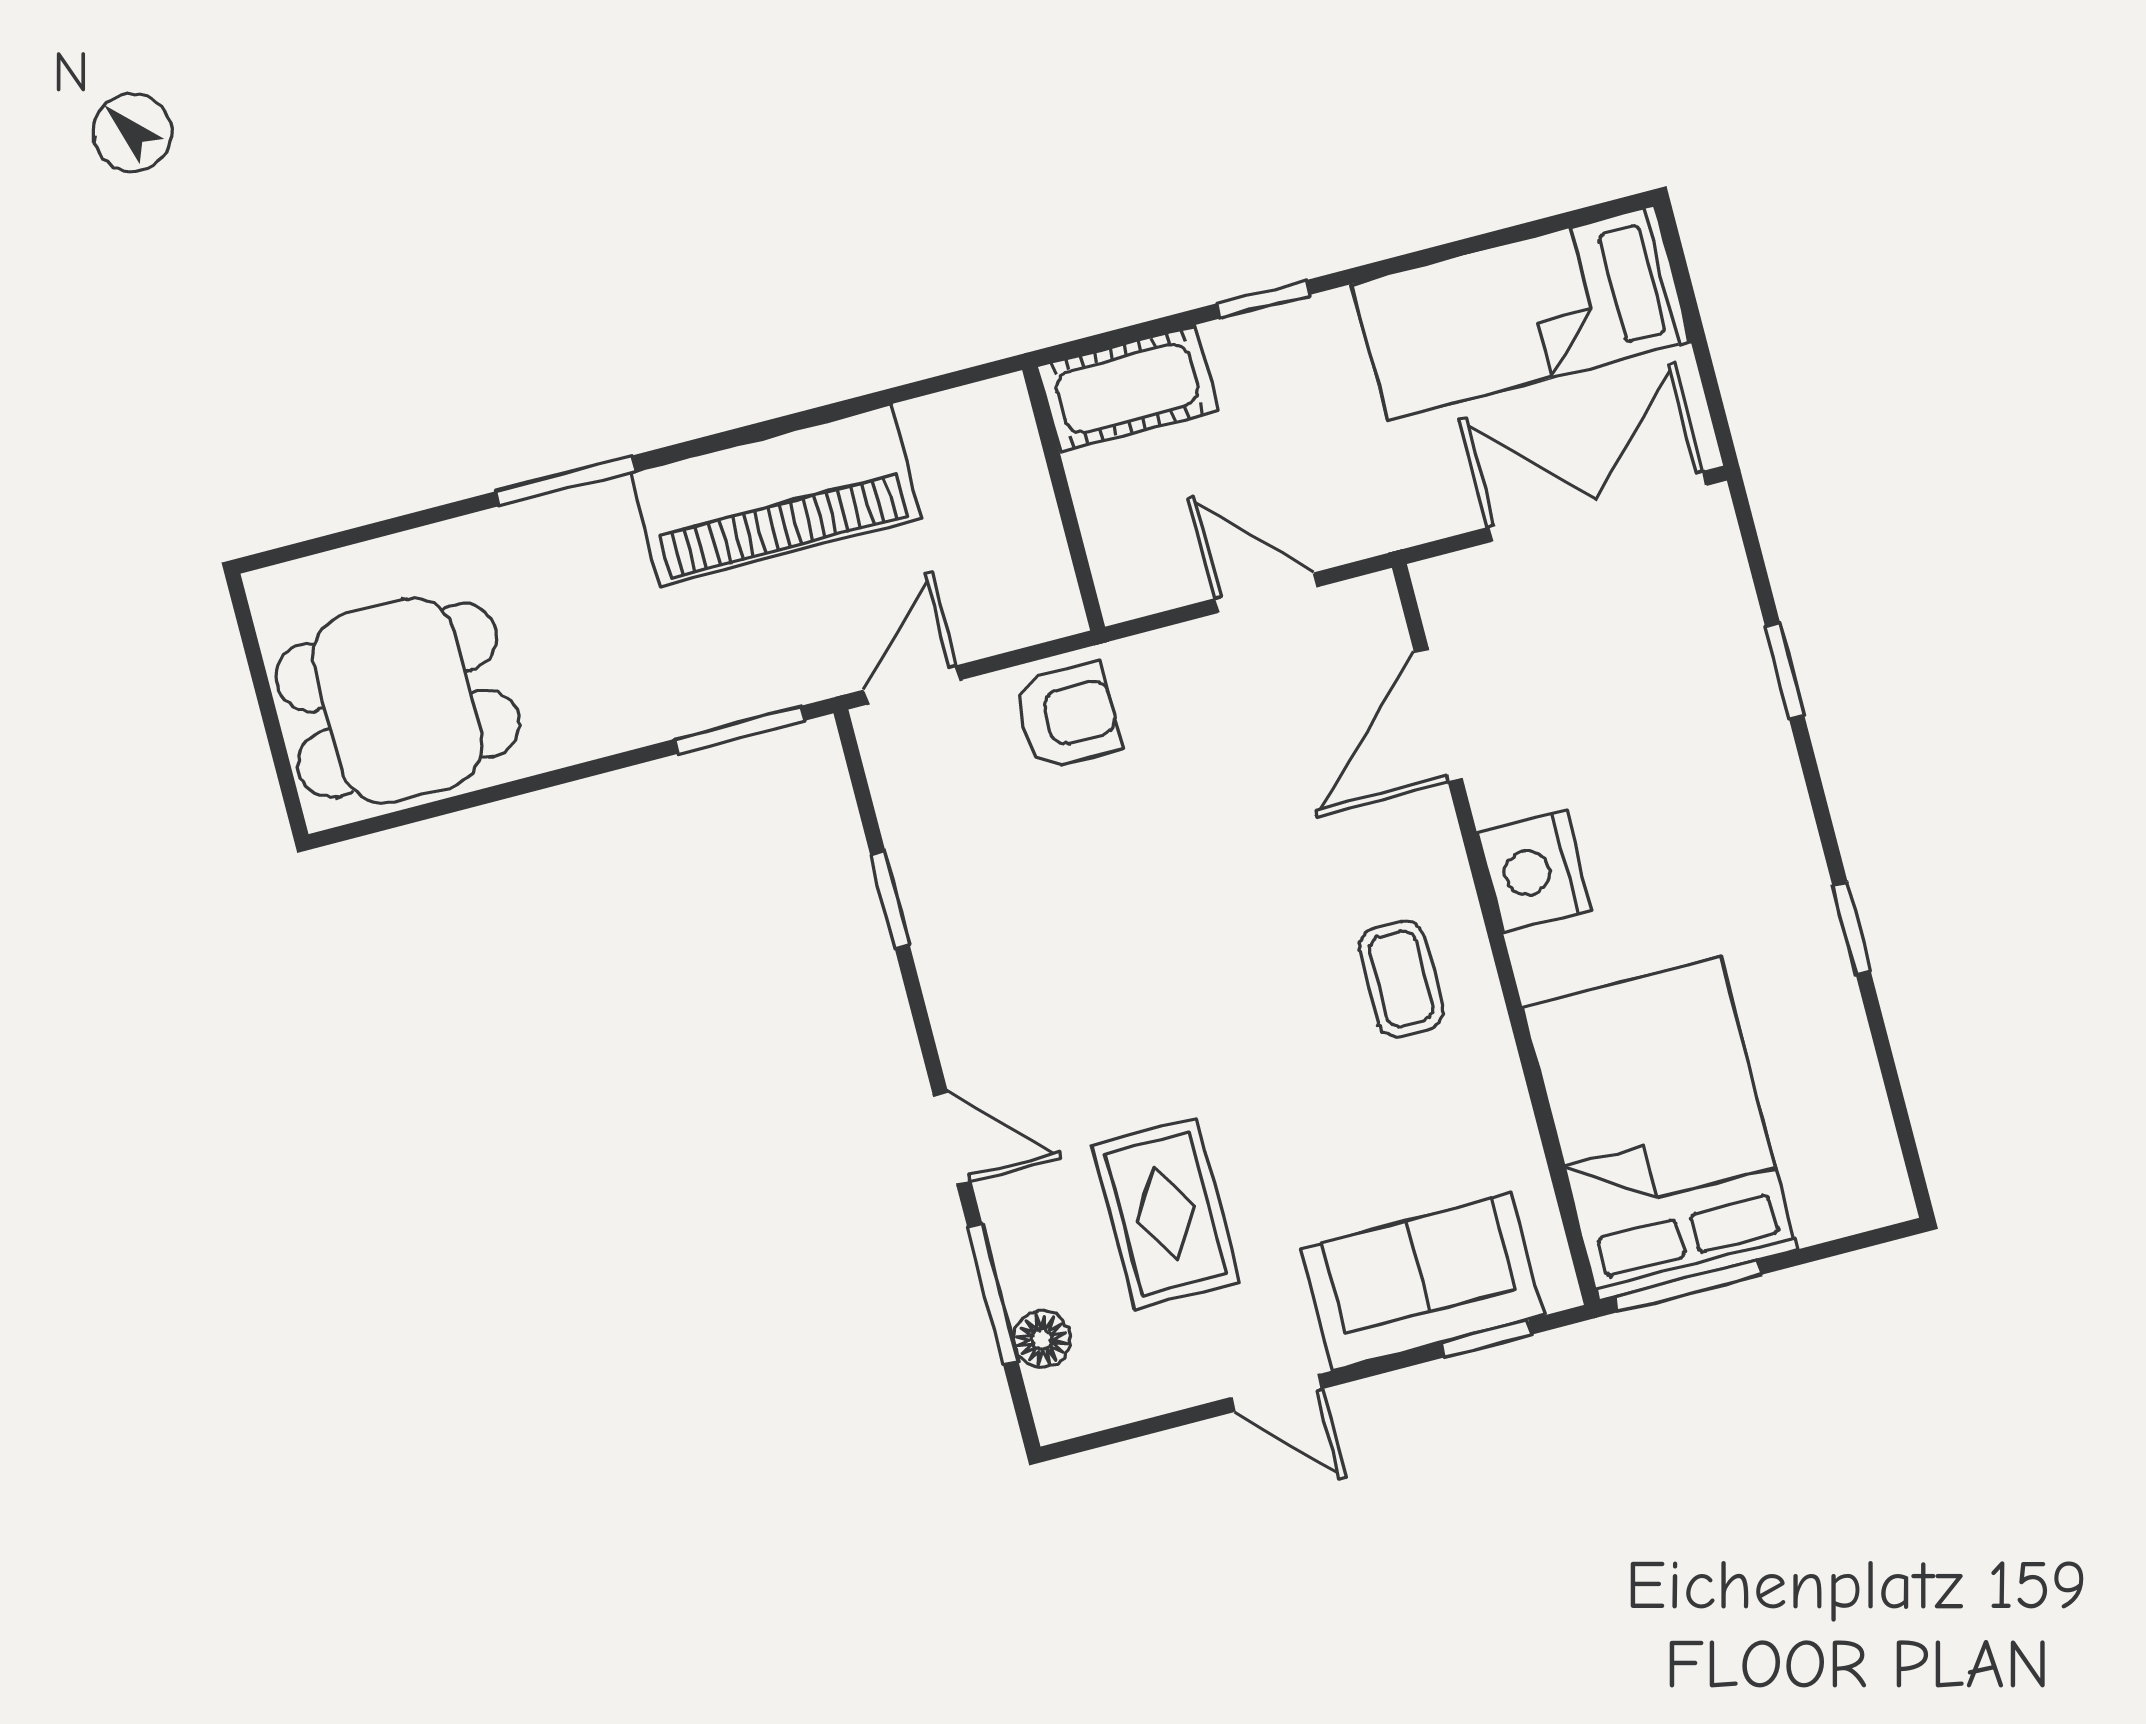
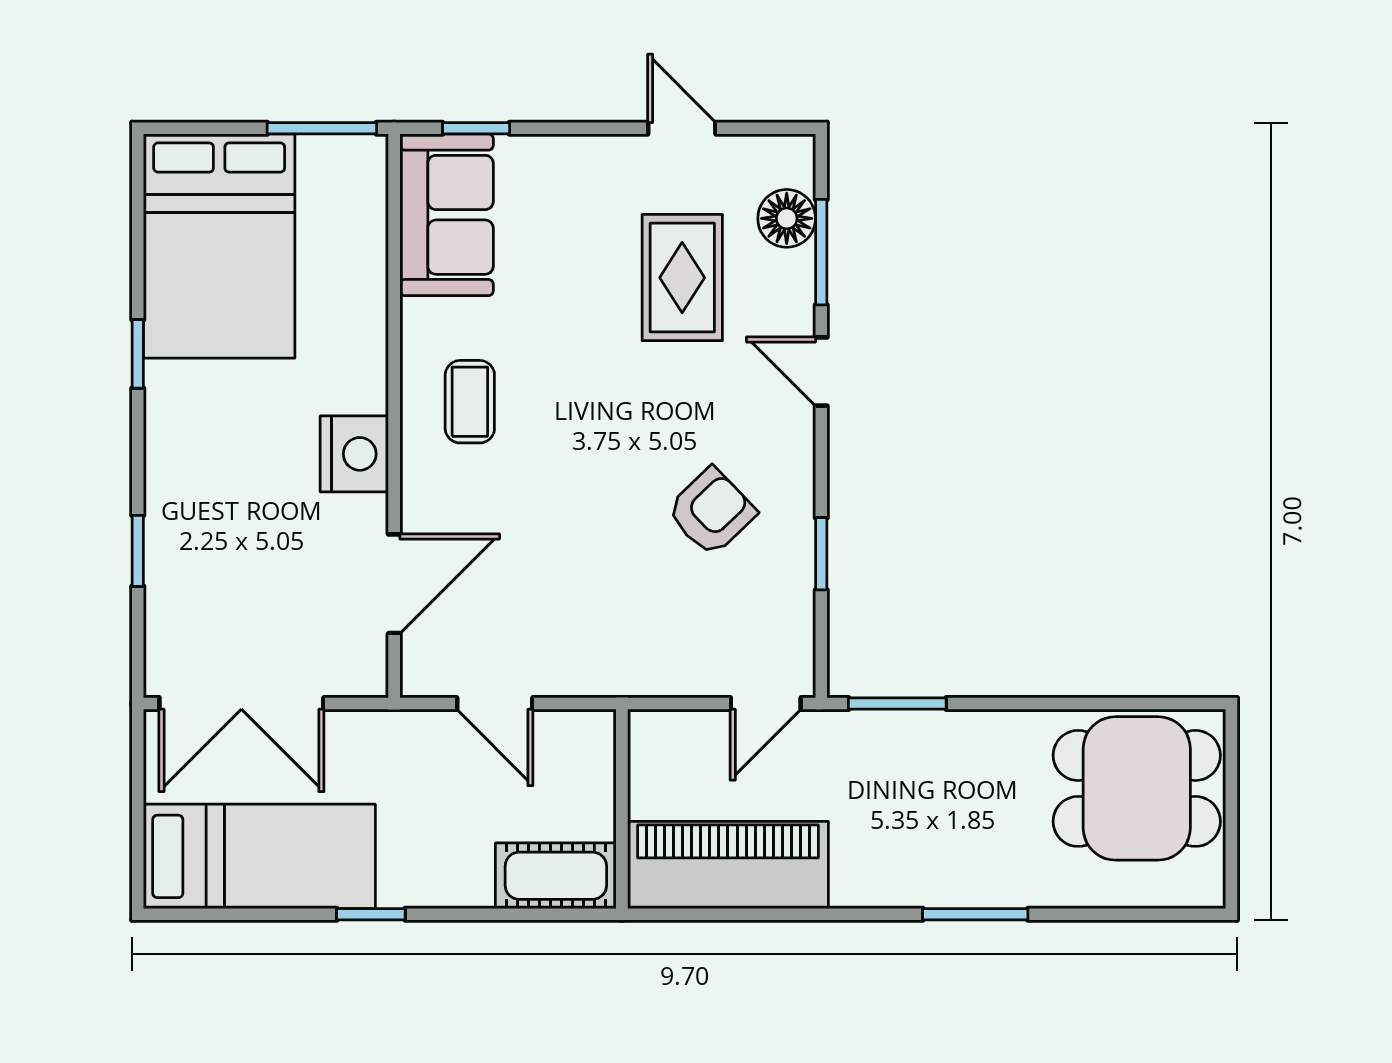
window: (1263, 299) -> (371, 914), moved
piano: (776, 495) -> (728, 865), moved
armchair: (1067, 716) -> (711, 512), moved, turned 136
bed: (1660, 1129) -> (219, 246), moved
sofa: (1422, 1282) -> (447, 215), moved, turned -90
floor lamp: (1042, 1339) -> (787, 218), width x1.37, depth x1.37
door: (1277, 1393) -> (682, 128), moved

